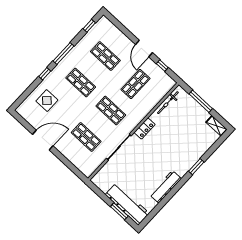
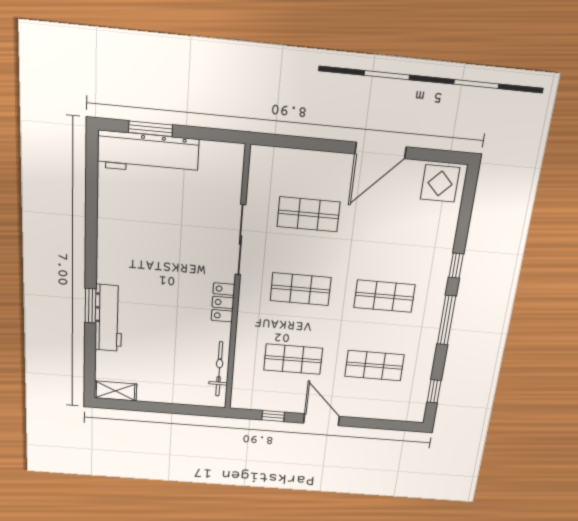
shop shelf: (135, 84) -> (293, 359), turned 90
display table: (47, 101) -> (440, 183), moved
window: (201, 101) -> (171, 408), removed
workbench: (166, 187) -> (108, 318), moved

